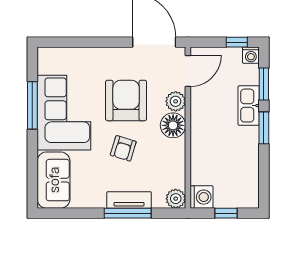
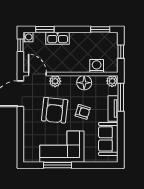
armchair: (126, 100) -> (55, 110), turned -84
floor lamp: (173, 125) -> (84, 83), moved
window: (264, 128) -> (100, 29), moved
sofa: (54, 180) -> (108, 139), moved, turned -90
washing machine: (201, 197) -> (97, 66), moved
window: (128, 213) -> (121, 97), moved

